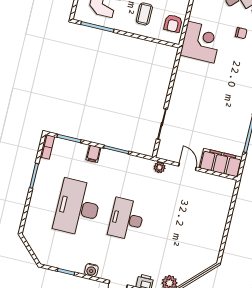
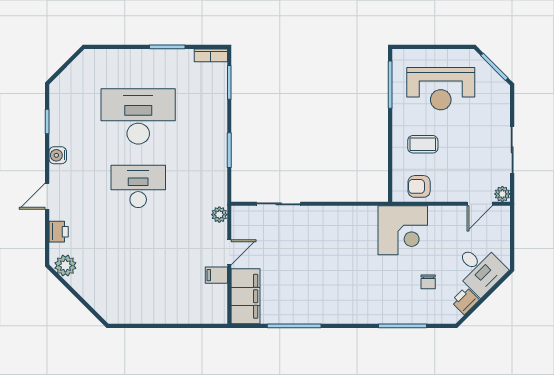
filing cabinet: (93, 154) -> (216, 275), moved

